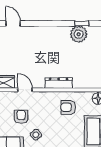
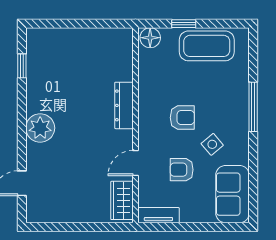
plant: (79, 34) -> (40, 128), moved
armchair: (68, 107) -> (182, 118), moved, turned -90

